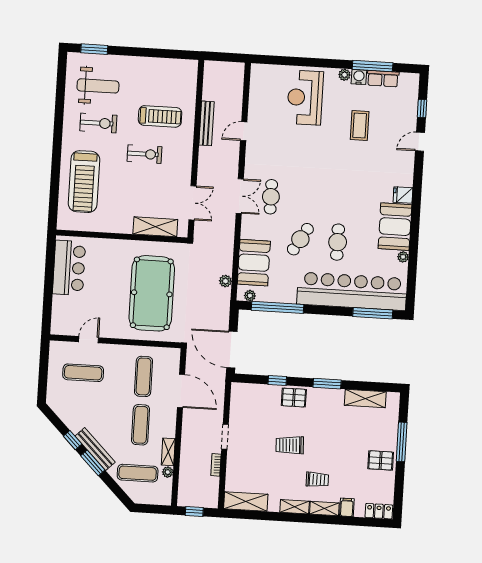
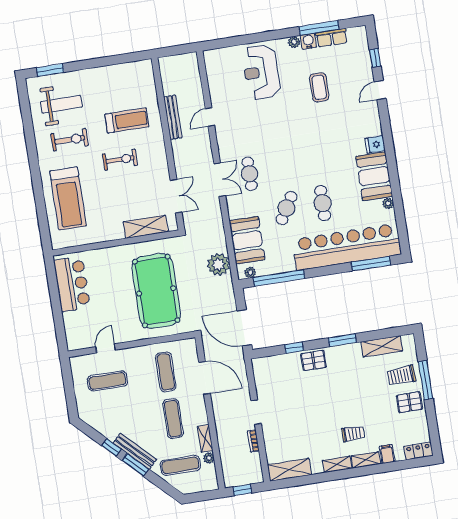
plant: (225, 281) -> (219, 264), width x1.87, depth x1.87
trolley: (290, 445) -> (401, 375), moved

